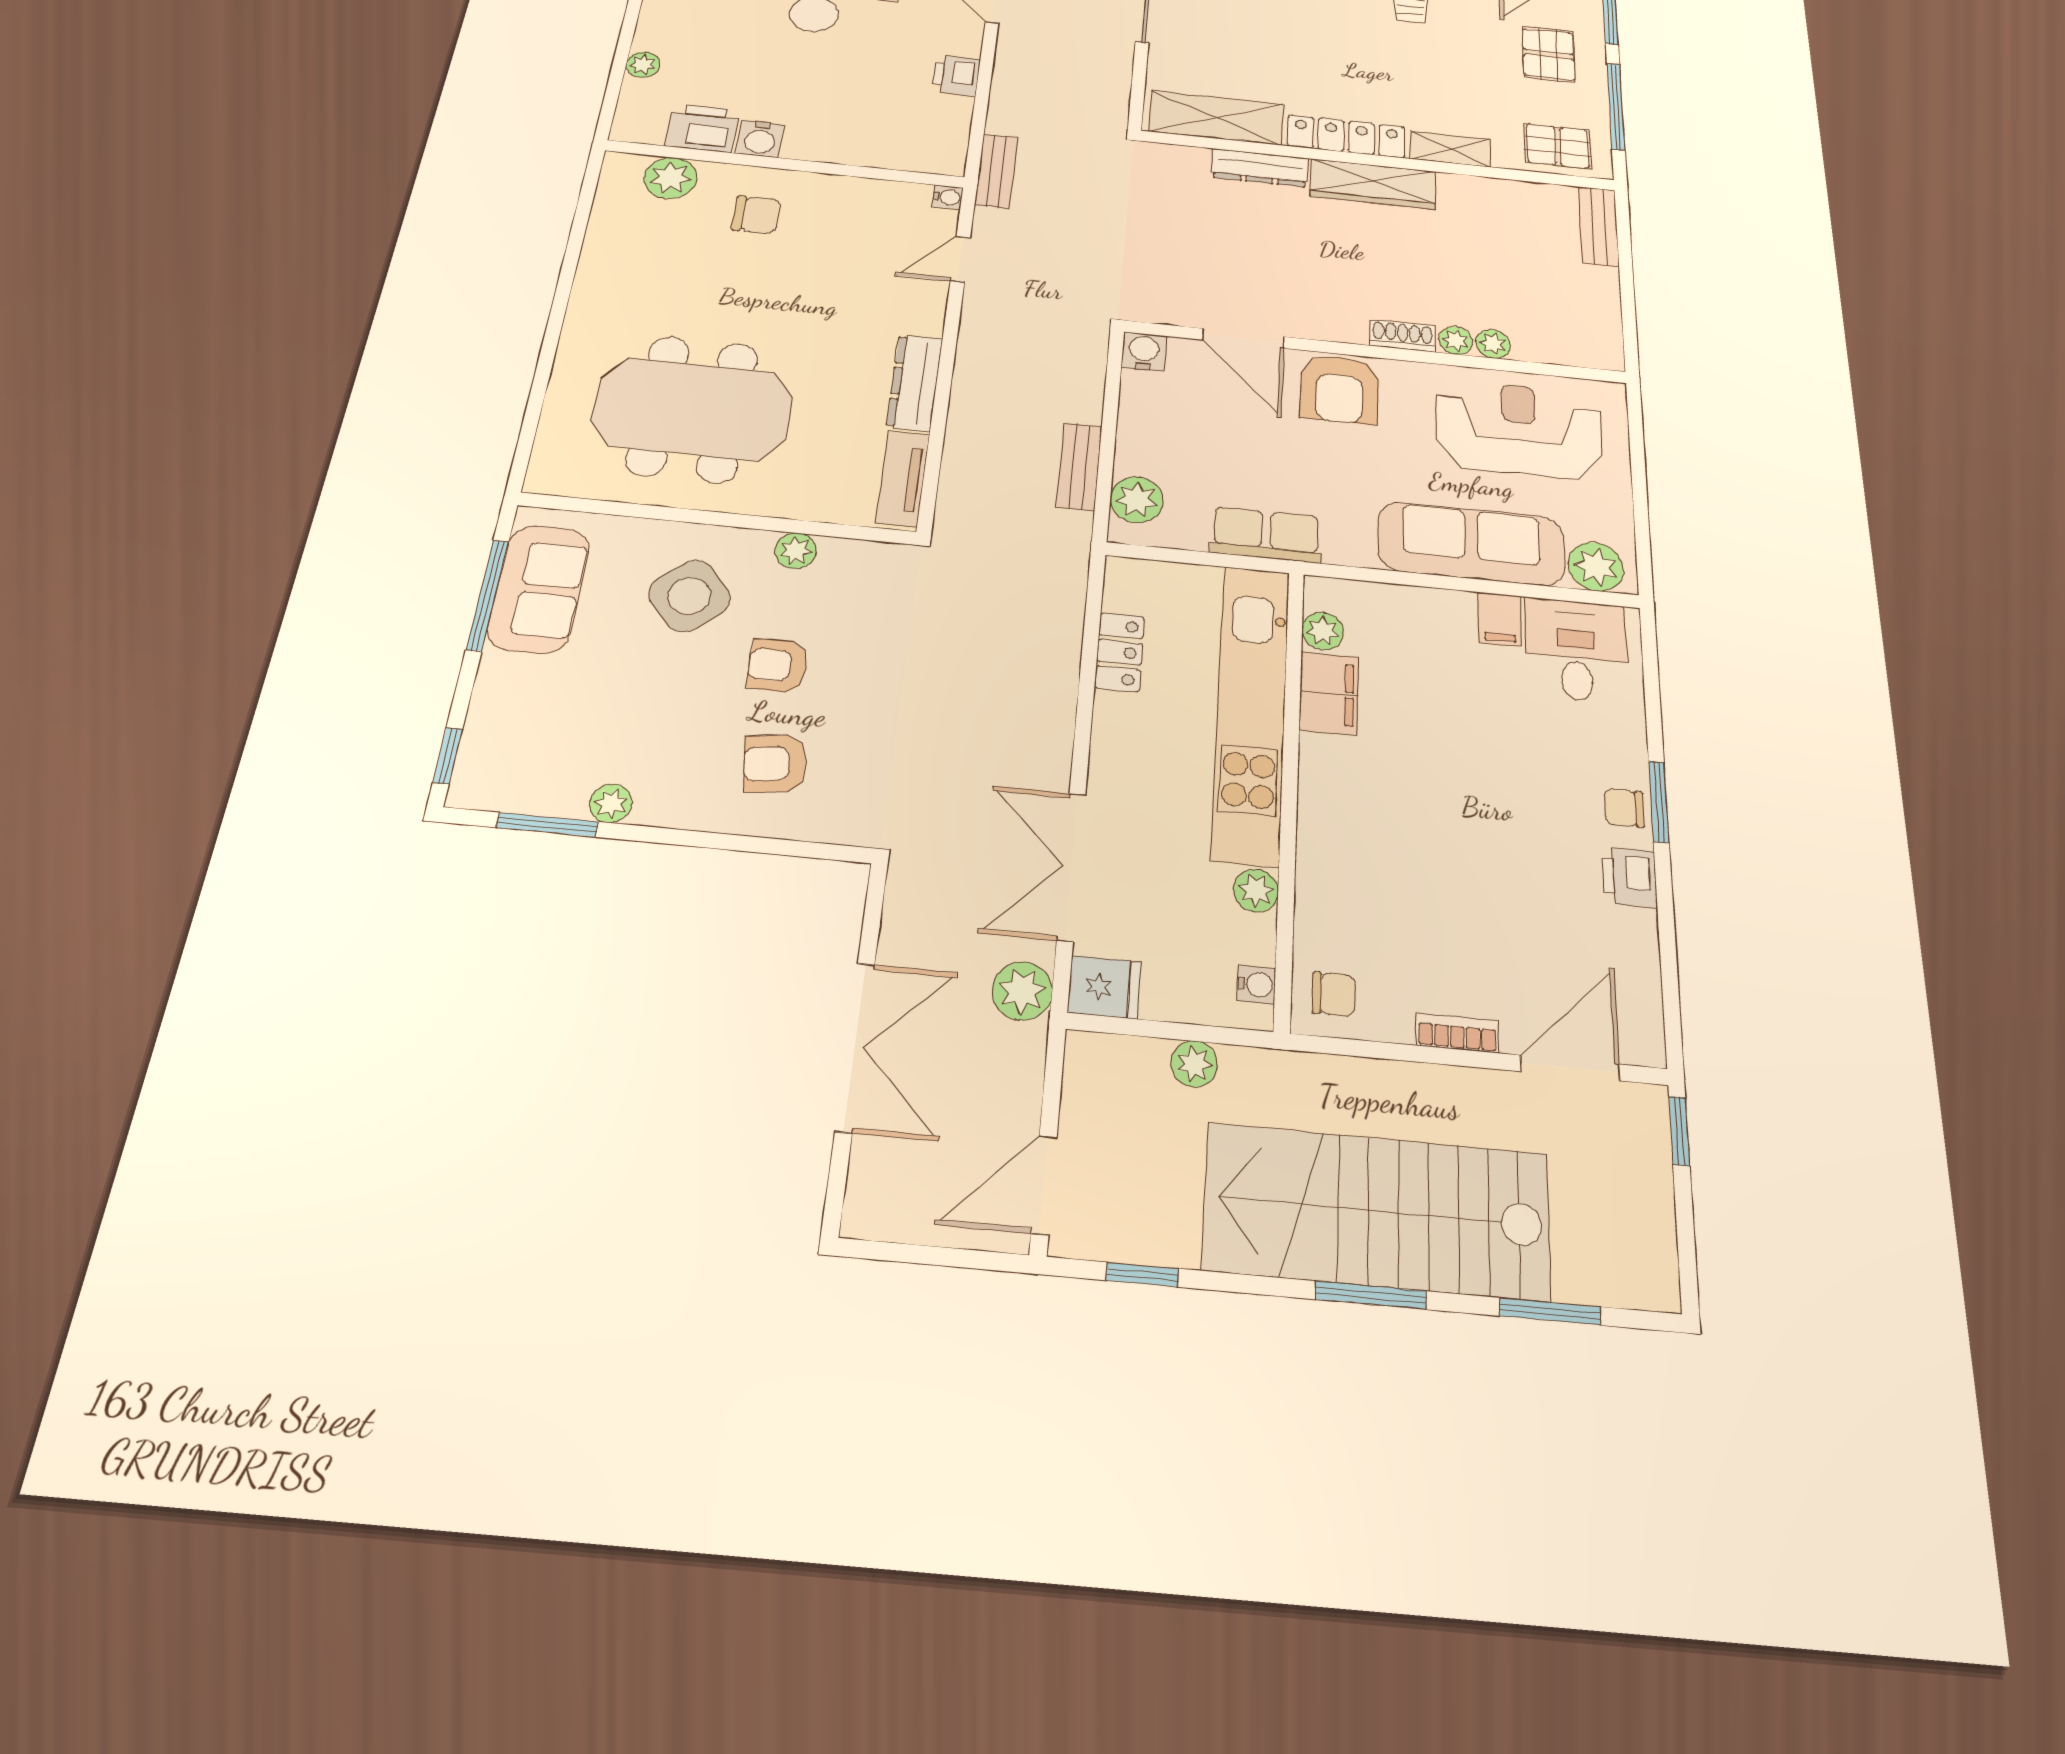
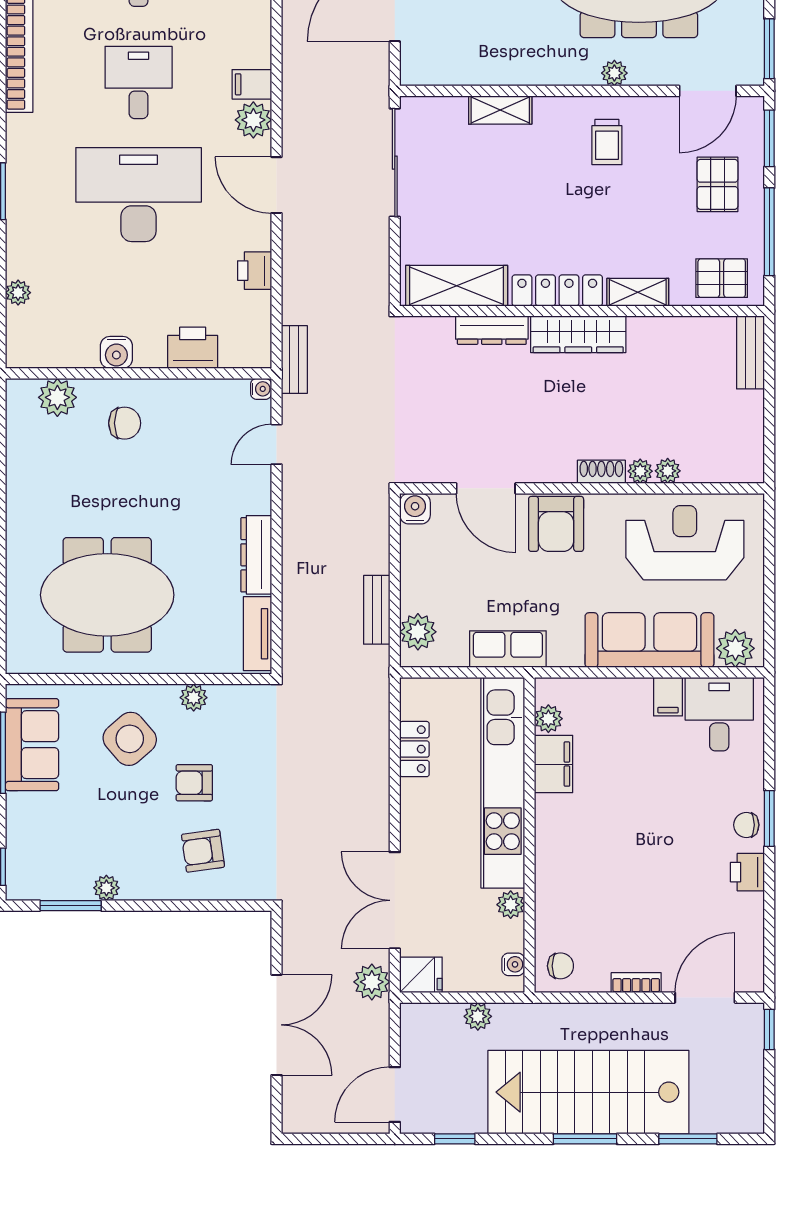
printer: (703, 128) -> (193, 348), moved

